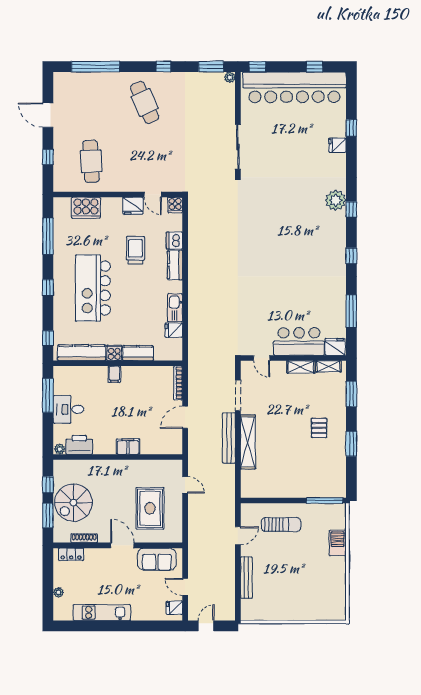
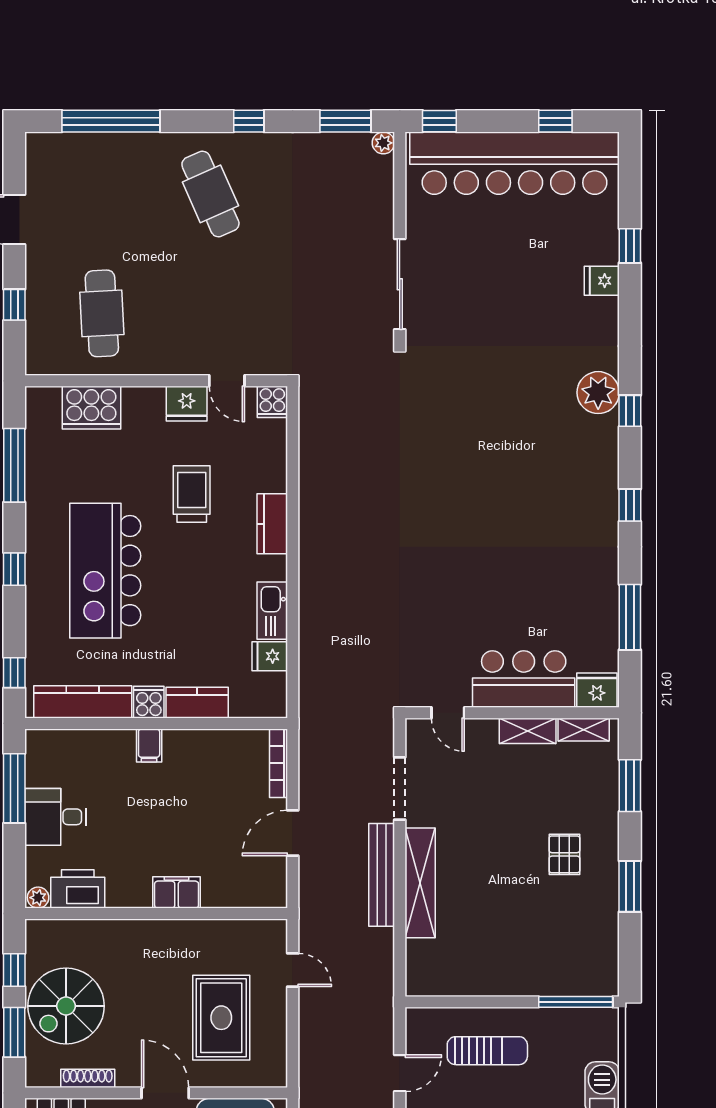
dishwasher: (174, 240) -> (271, 474), removed

